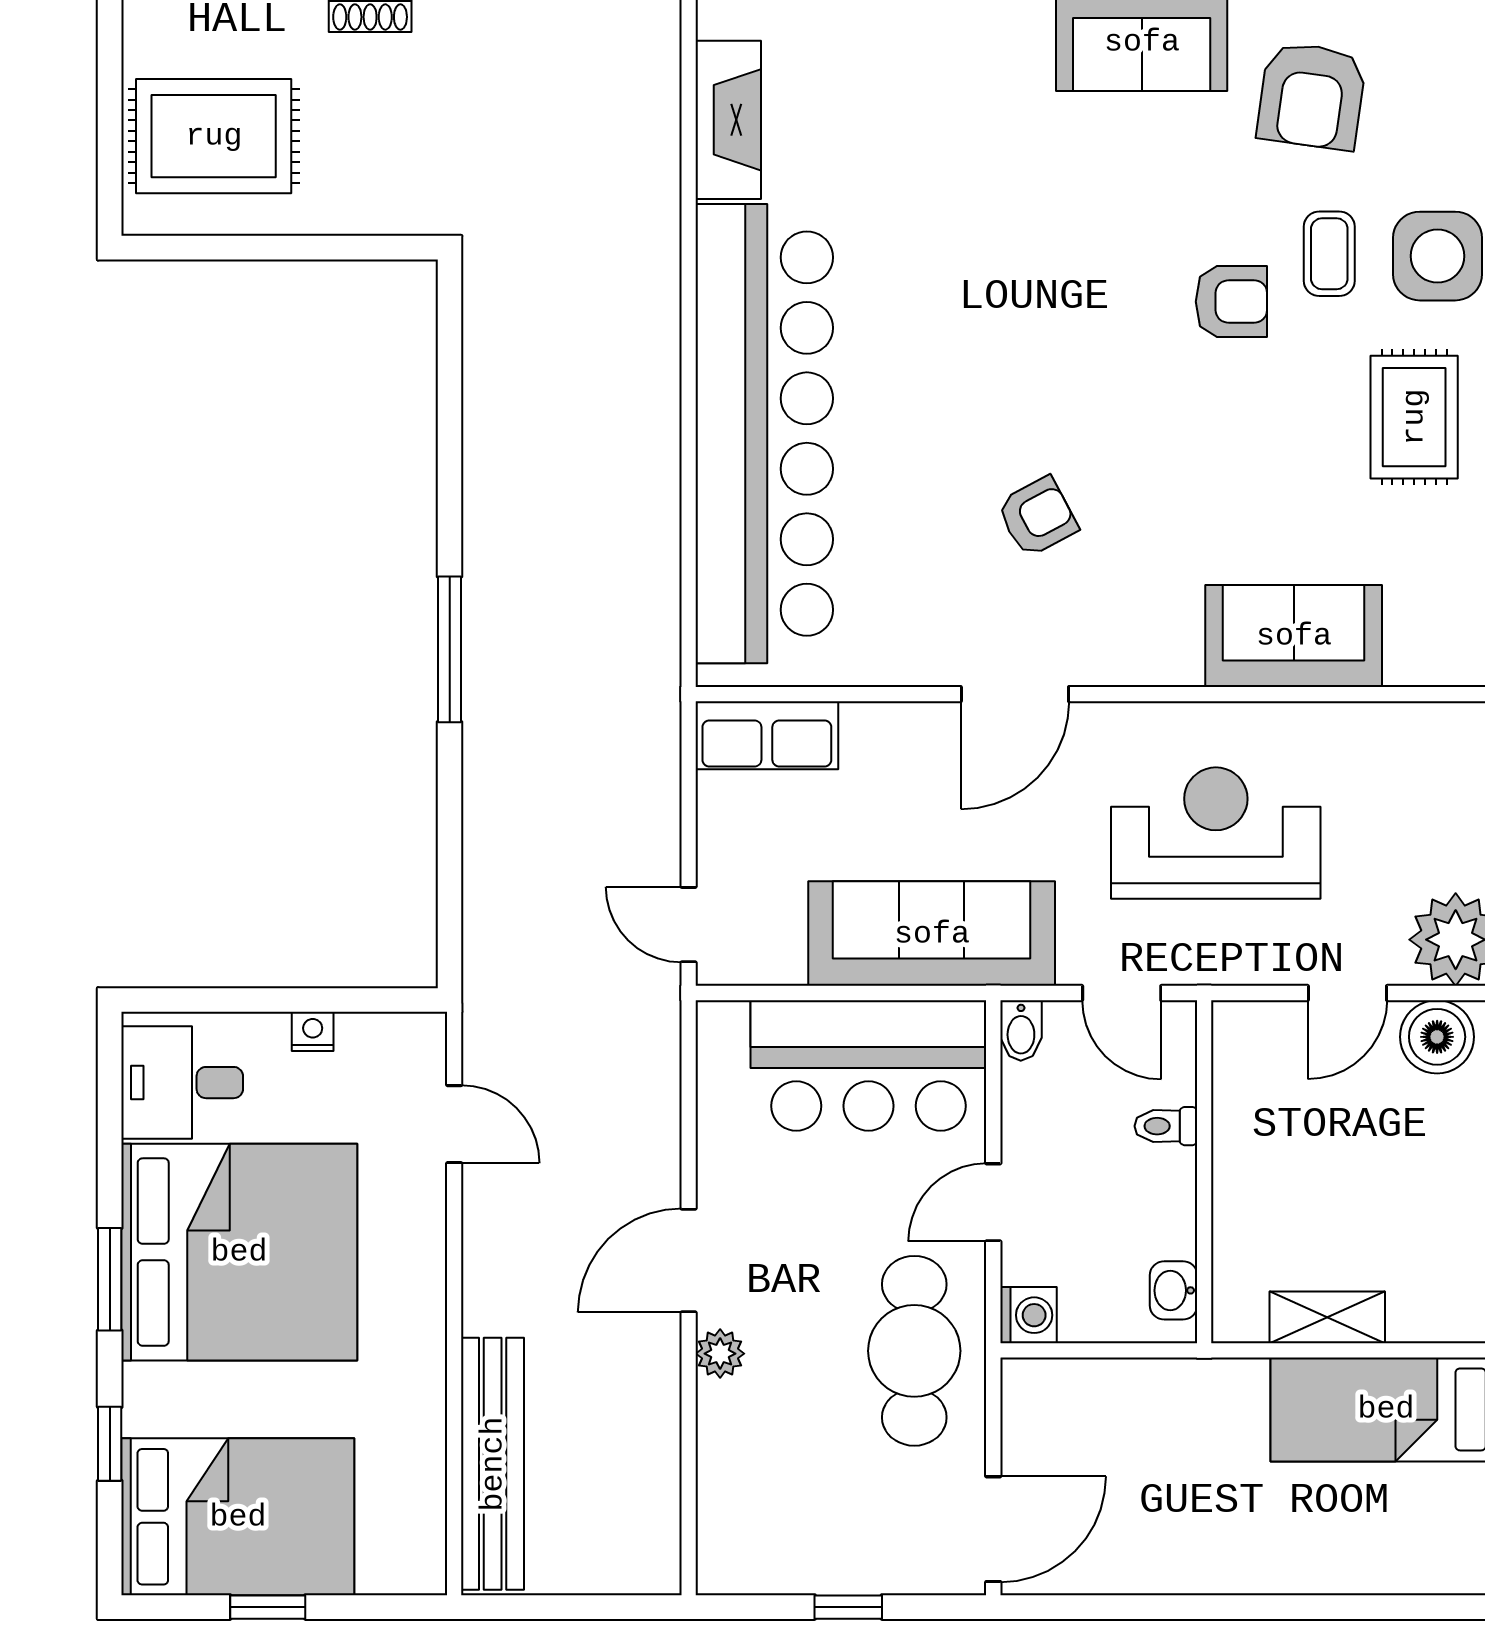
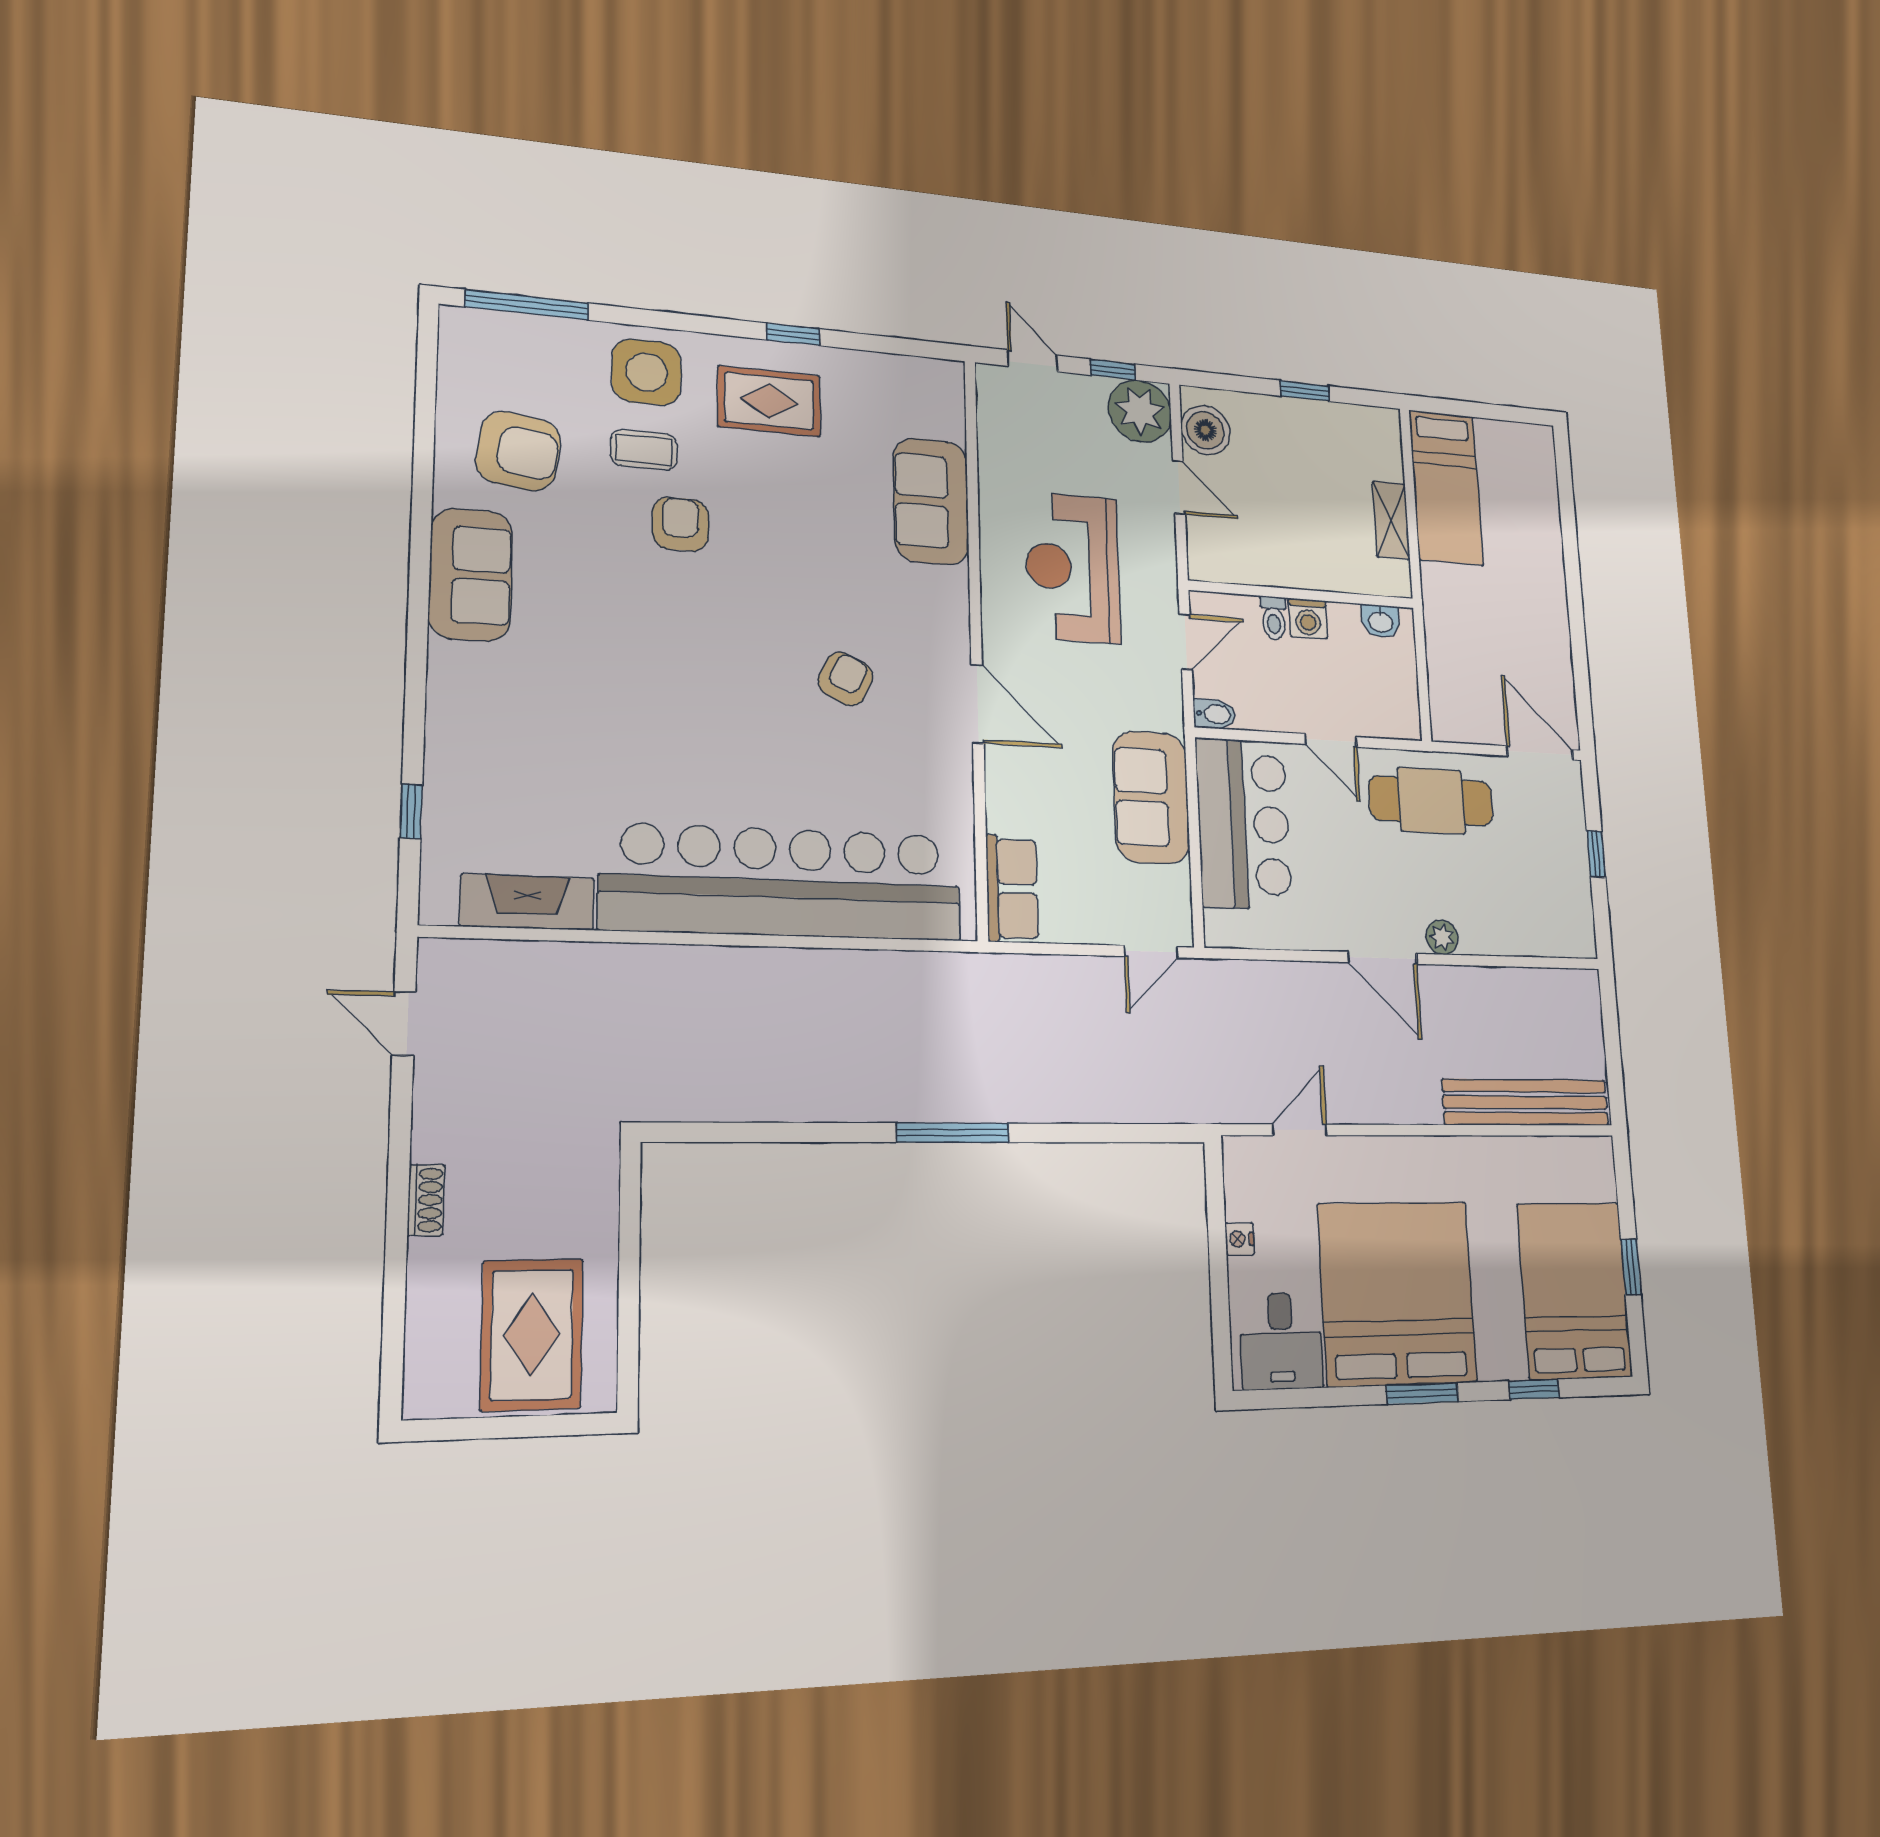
armchair: (1037, 517) -> (846, 679), turned 54
sofa: (932, 934) -> (1151, 797), width x0.73
washing machine: (1028, 1315) -> (1308, 619), moved, turned 180

